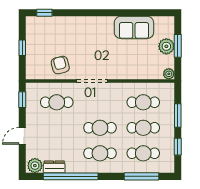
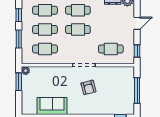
plant: (166, 46) -> (27, 92), removed
window: (178, 46) -> (19, 82), moved
window: (22, 48) -> (137, 90), width x2.17
armchair: (60, 65) -> (88, 87), moved

